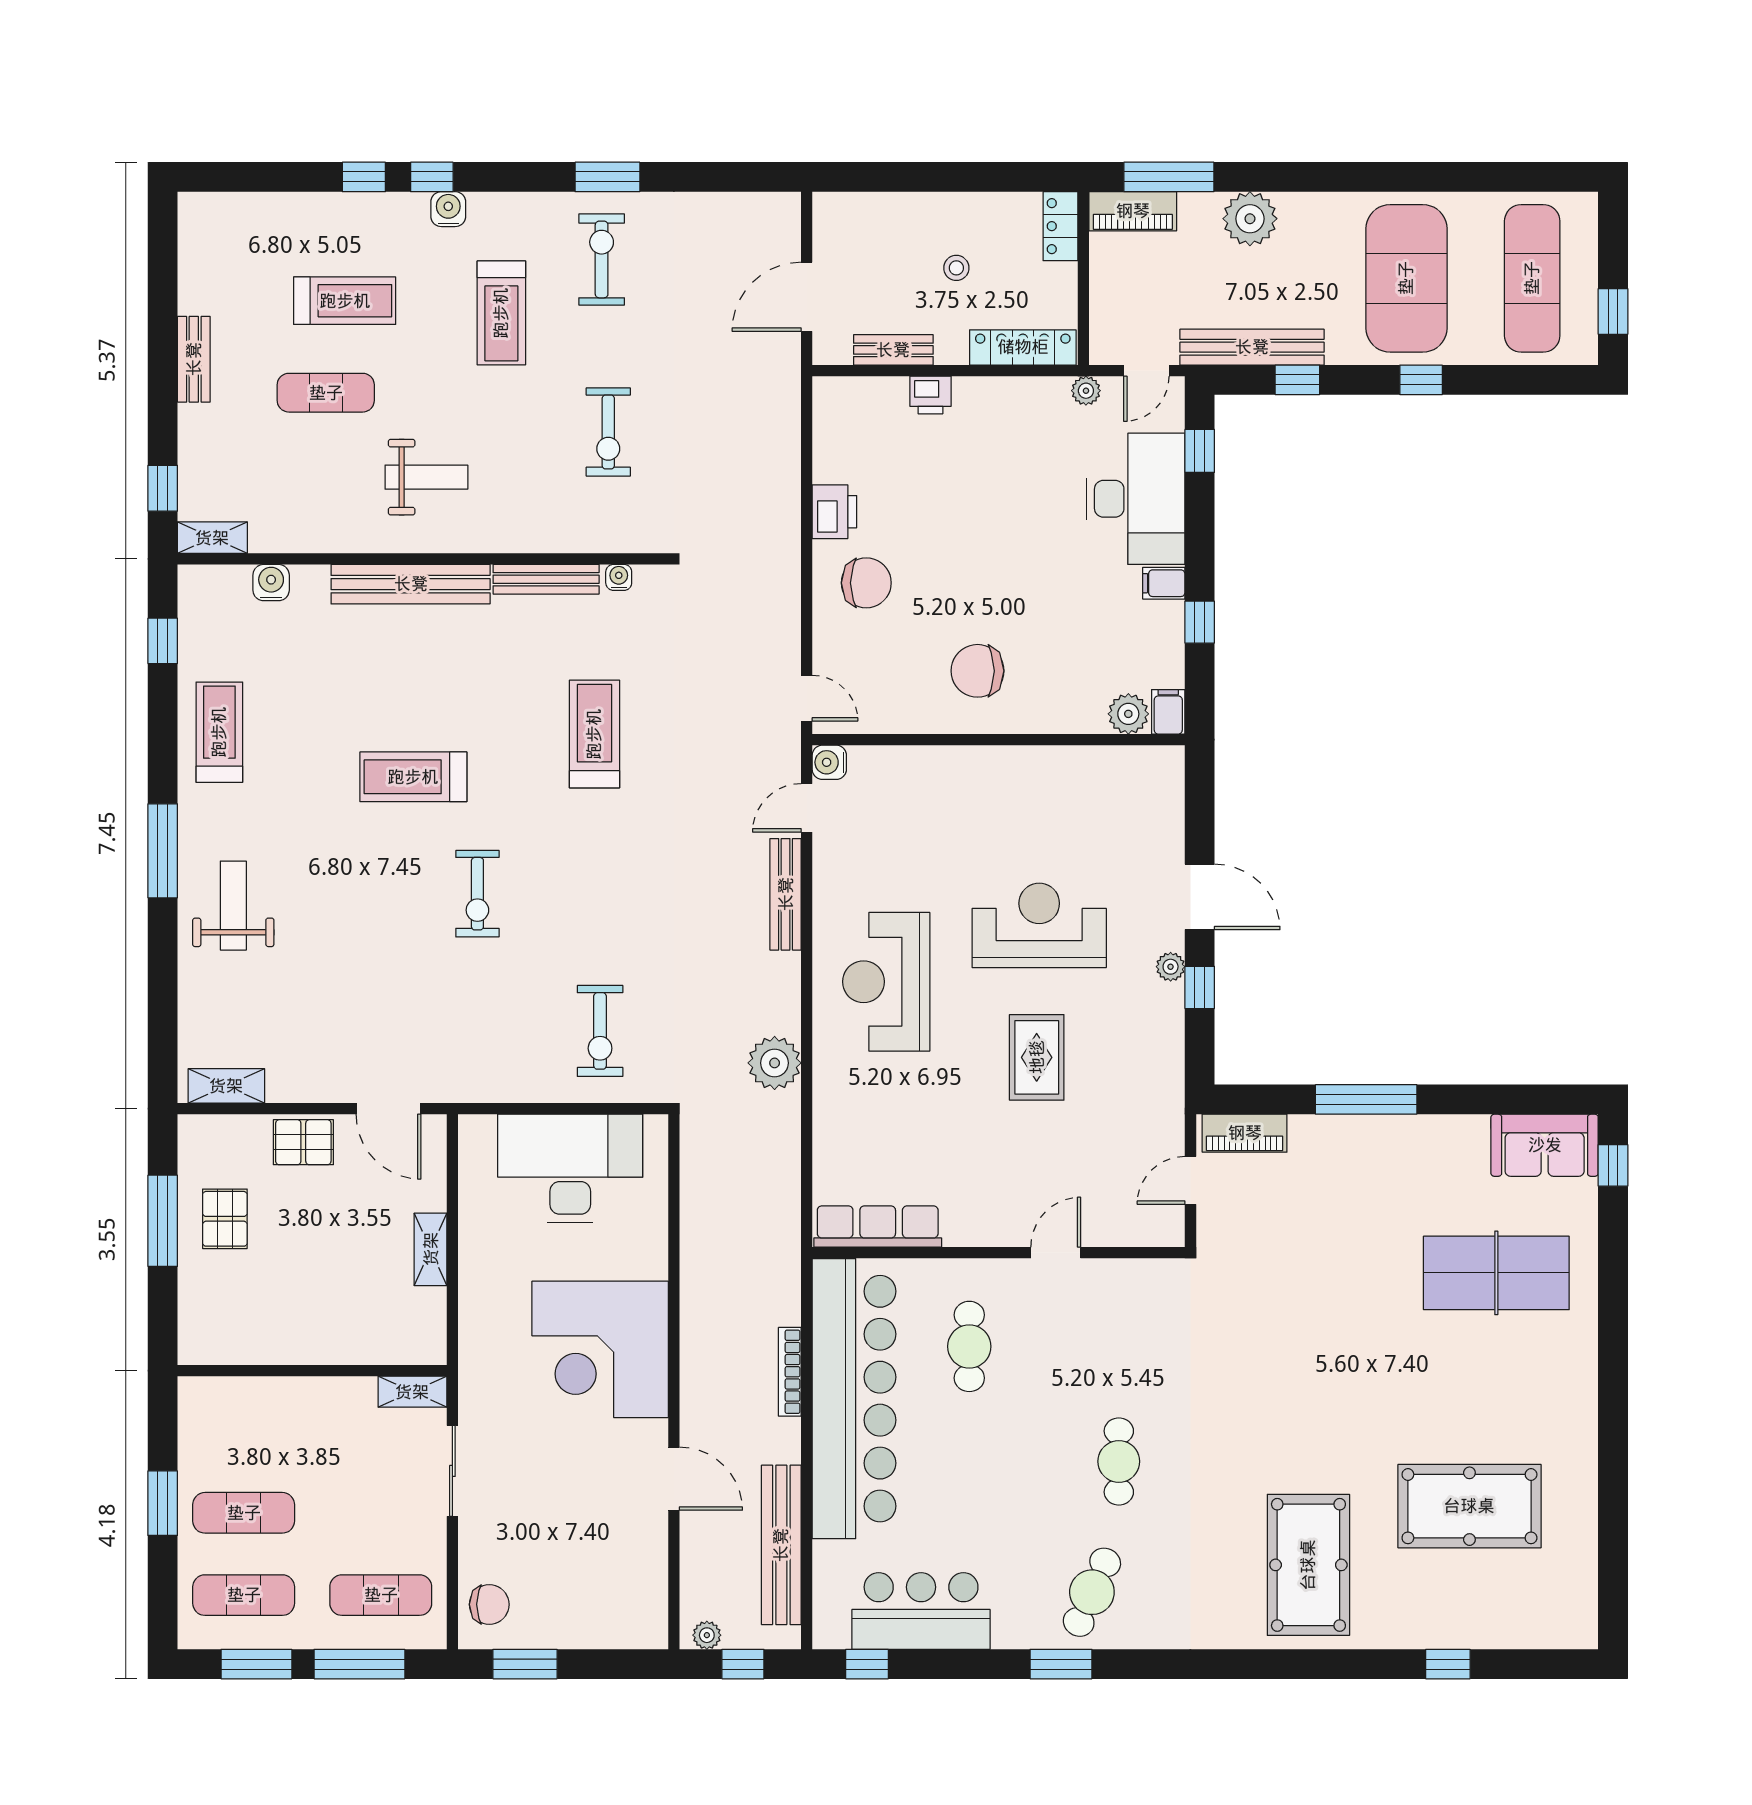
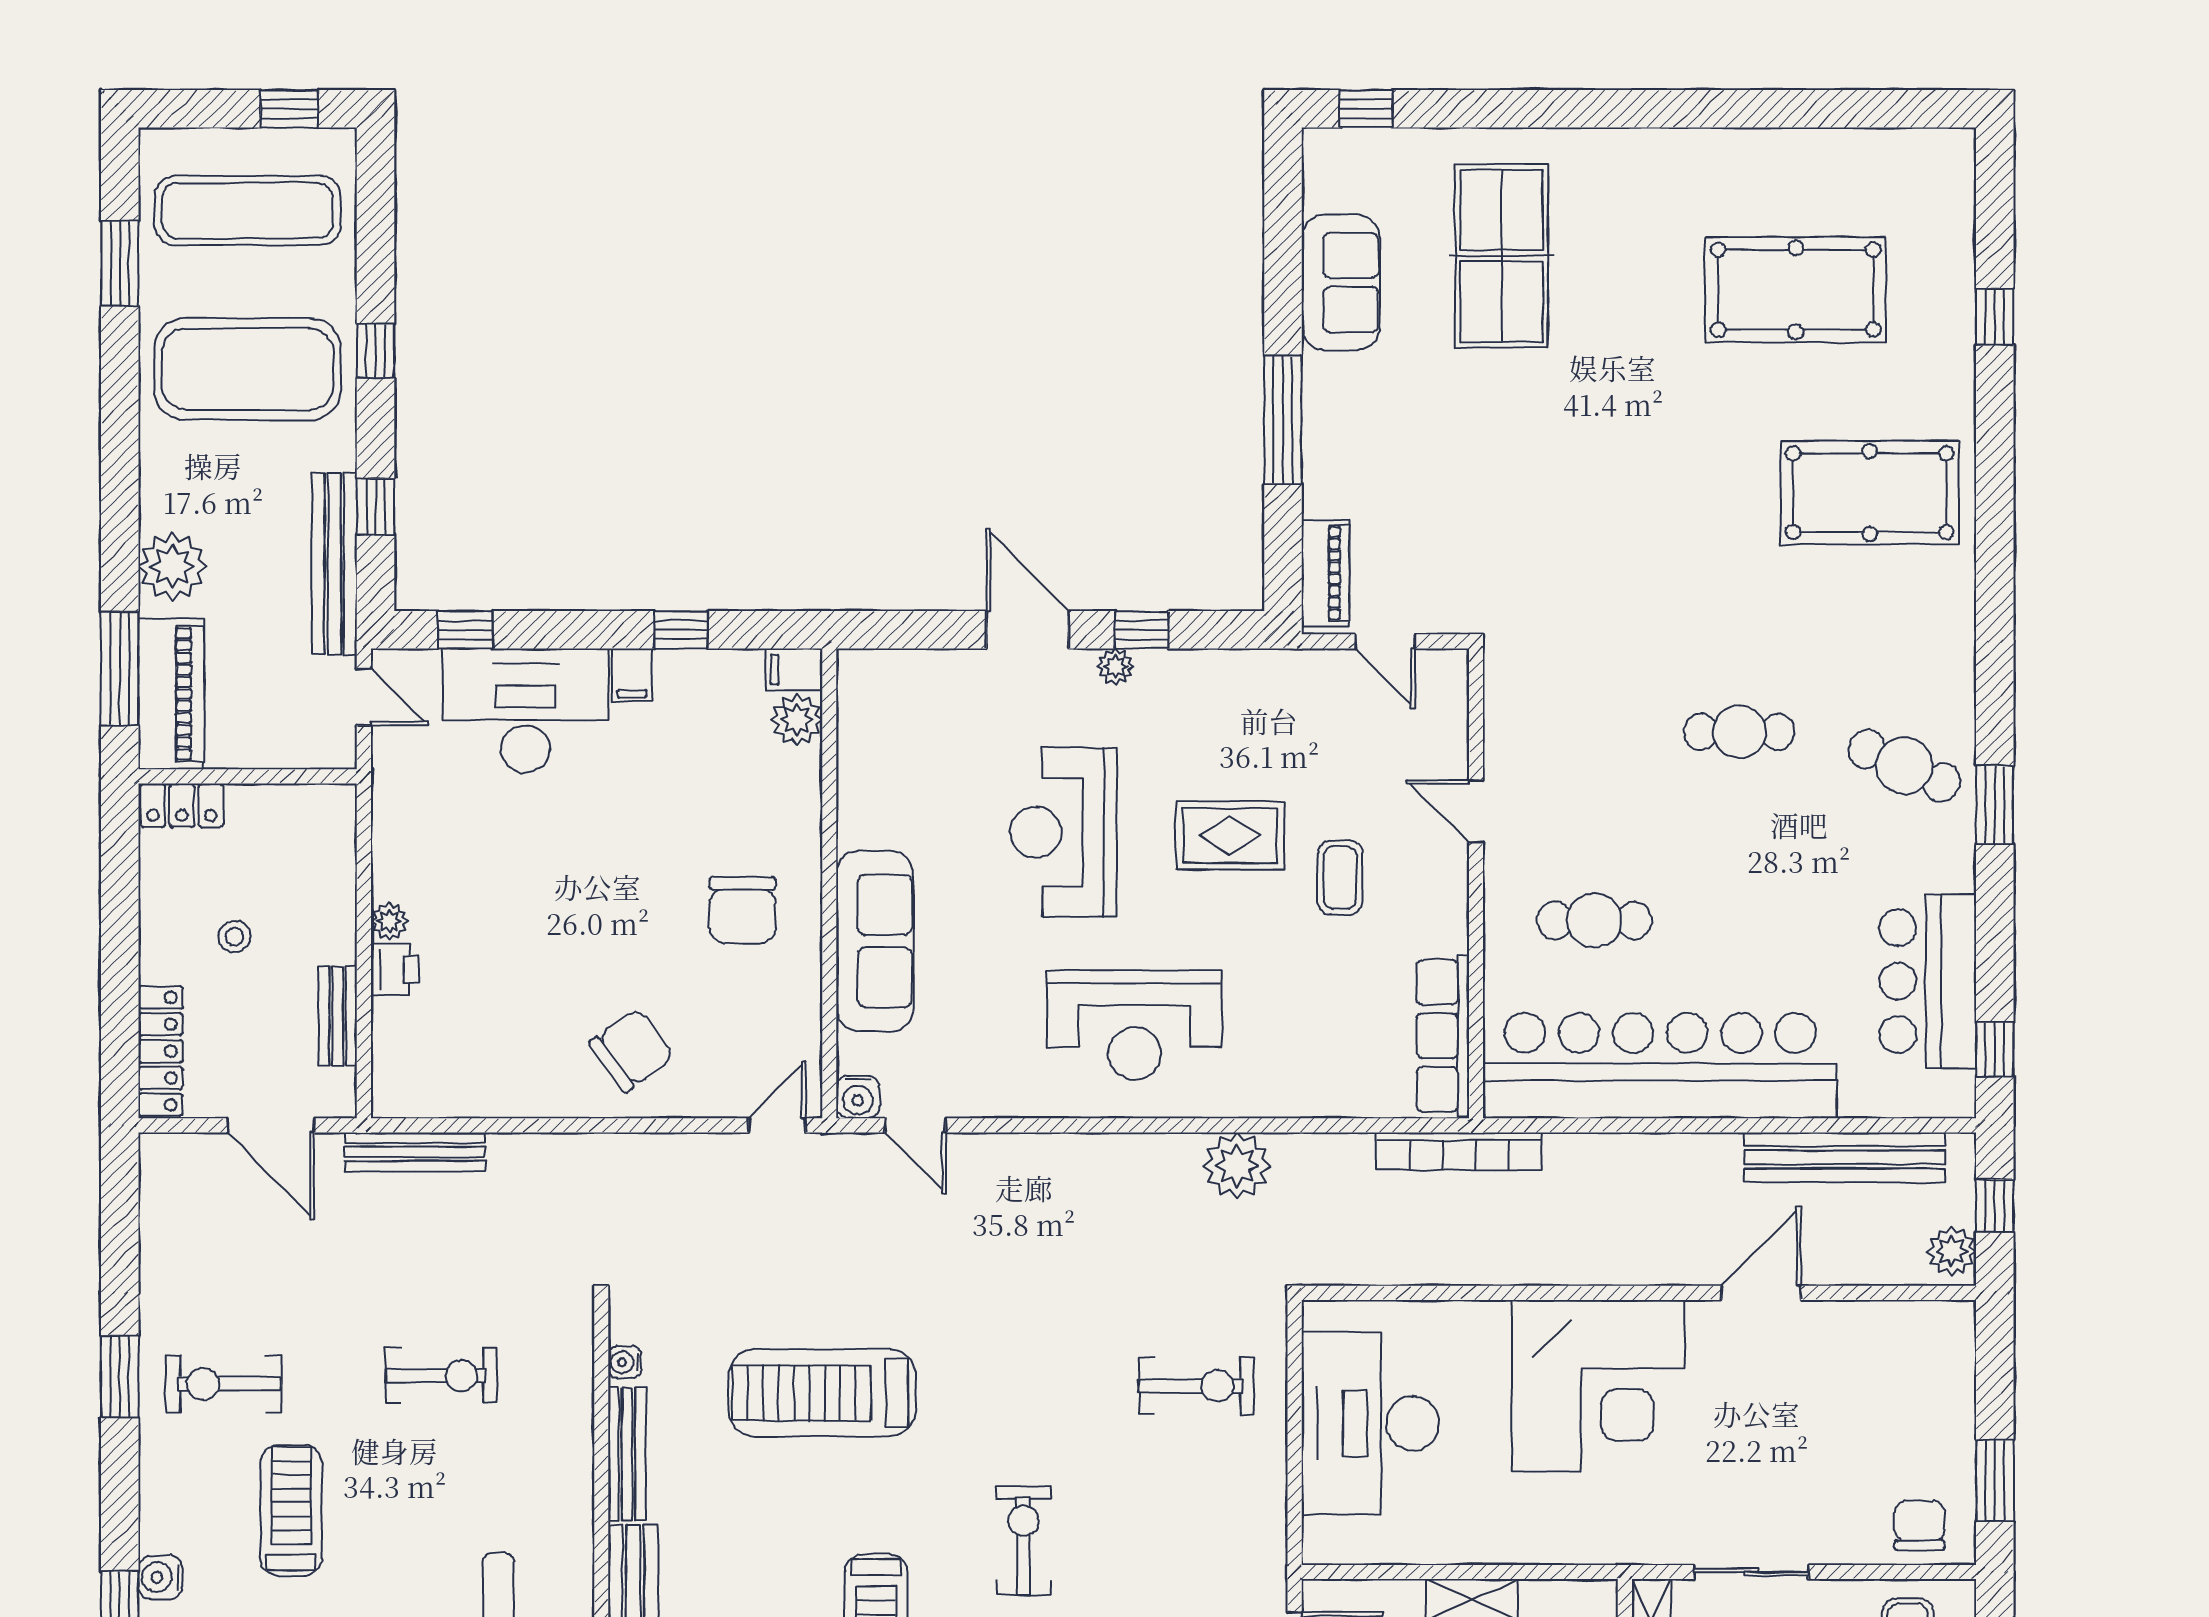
window: (1490, 177) -> (120, 263), added
piano: (1133, 211) -> (171, 694), width x1.37, depth x1.33
treadmill: (501, 313) -> (291, 1510), turned -90
locker: (1023, 347) -> (161, 1051), moved, turned 180
plant: (1086, 391) -> (389, 921), moved
printer: (834, 512) -> (542, 1090), removed
chair: (866, 583) -> (632, 1050), turned 54
treadmill: (594, 734) -> (822, 1393), width x1.37, depth x1.38
sofa: (953, 776) -> (875, 941), added
exercise bike: (477, 894) -> (1023, 1540), turned -90
bench: (786, 894) -> (415, 1152), moved
door: (1200, 897) -> (1027, 630), hinge flipped
coffee table: (1003, 1145) -> (1340, 878), added
sofa: (1545, 1145) -> (1341, 282), moved
bookcase: (790, 1372) -> (1459, 1151), moved, width x1.48, depth x1.31
pool table: (1469, 1506) -> (1796, 290), turned 90
plant: (707, 1635) -> (1952, 1251), width x1.38, depth x1.38

